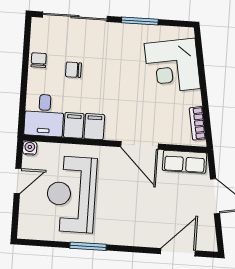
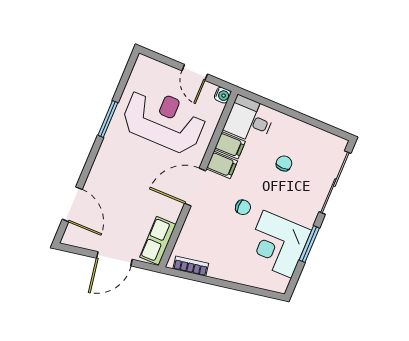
chair: (39, 60) -> (243, 207), moved
corner desk: (172, 66) -> (277, 244), moved, turned -80
door: (139, 145) -> (195, 187), moved

